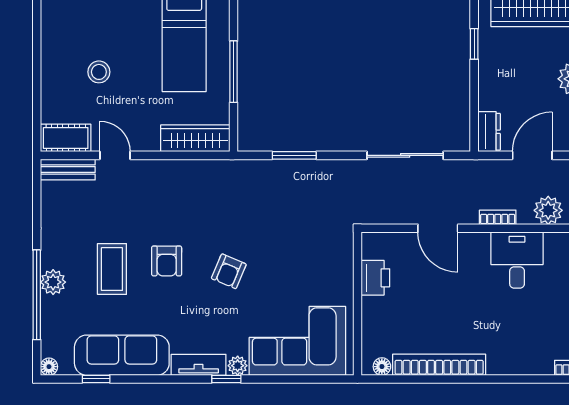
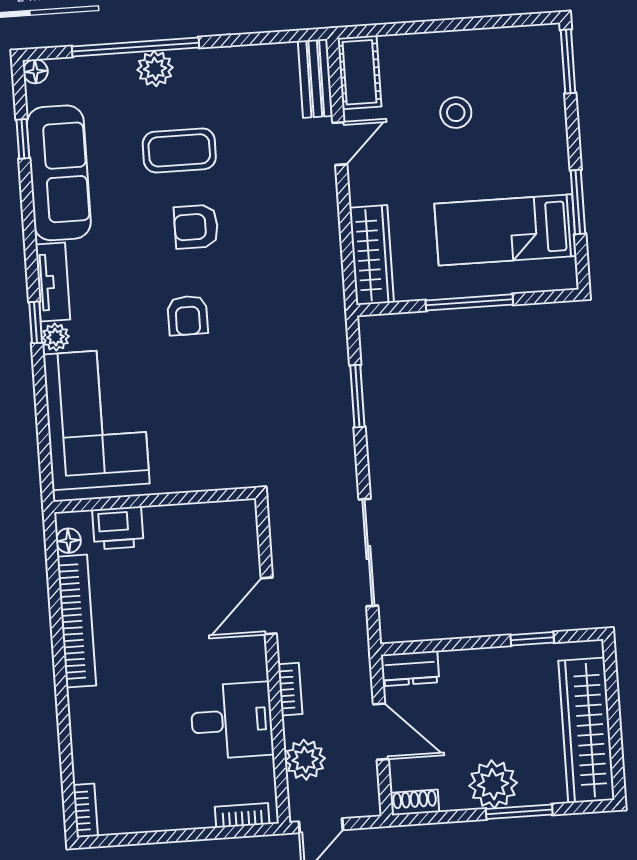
armchair: (229, 271) -> (188, 315), turned -113
printer: (375, 278) -> (118, 528), moved

